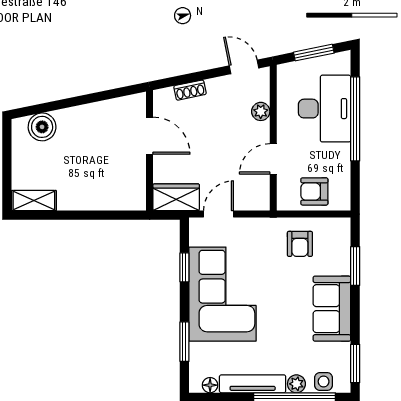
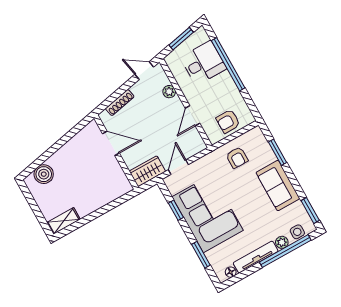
shoe rack: (190, 90) -> (120, 103), width x1.43
desk: (325, 109) -> (203, 63), width x0.73

